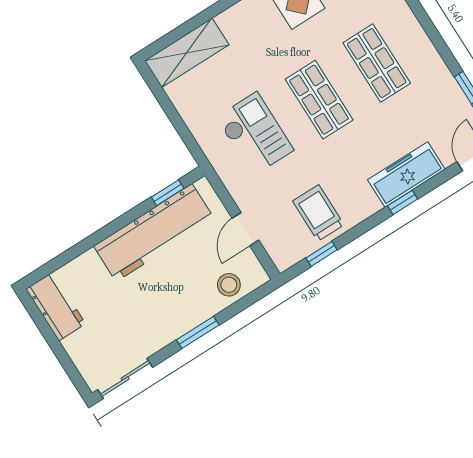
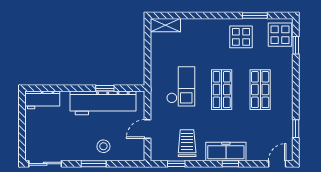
shelving: (187, 53) -> (165, 25), width x0.67, depth x0.75
freezer: (406, 175) -> (226, 152), moved
window: (168, 193) -> (105, 88), moved
stool: (229, 285) -> (103, 146), moved
workbench: (56, 306) -> (42, 100), moved, turned 90

